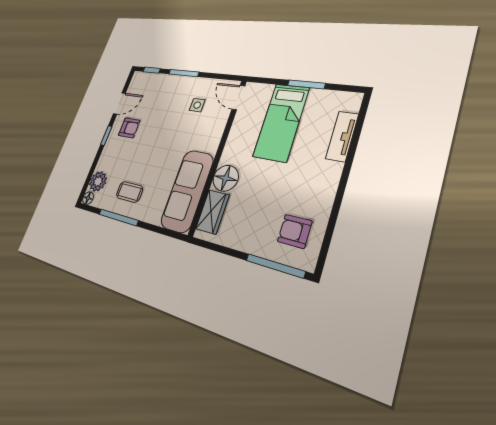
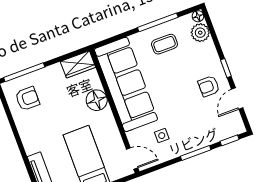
sofa: (187, 191) -> (126, 84), width x1.36, depth x1.27
wardrobe: (212, 212) -> (78, 64), moved, turned -90

